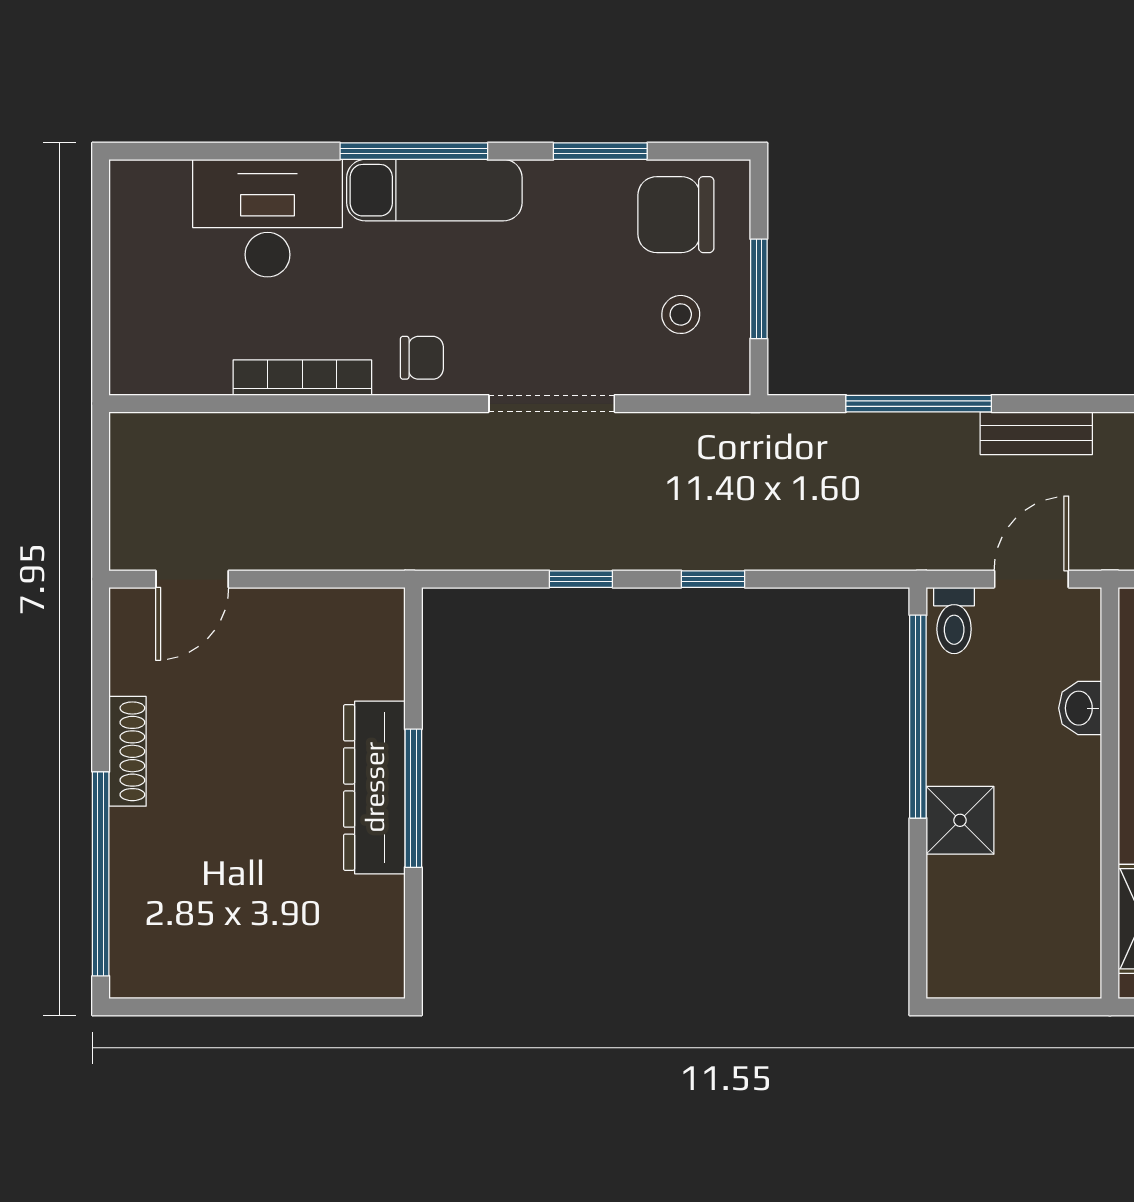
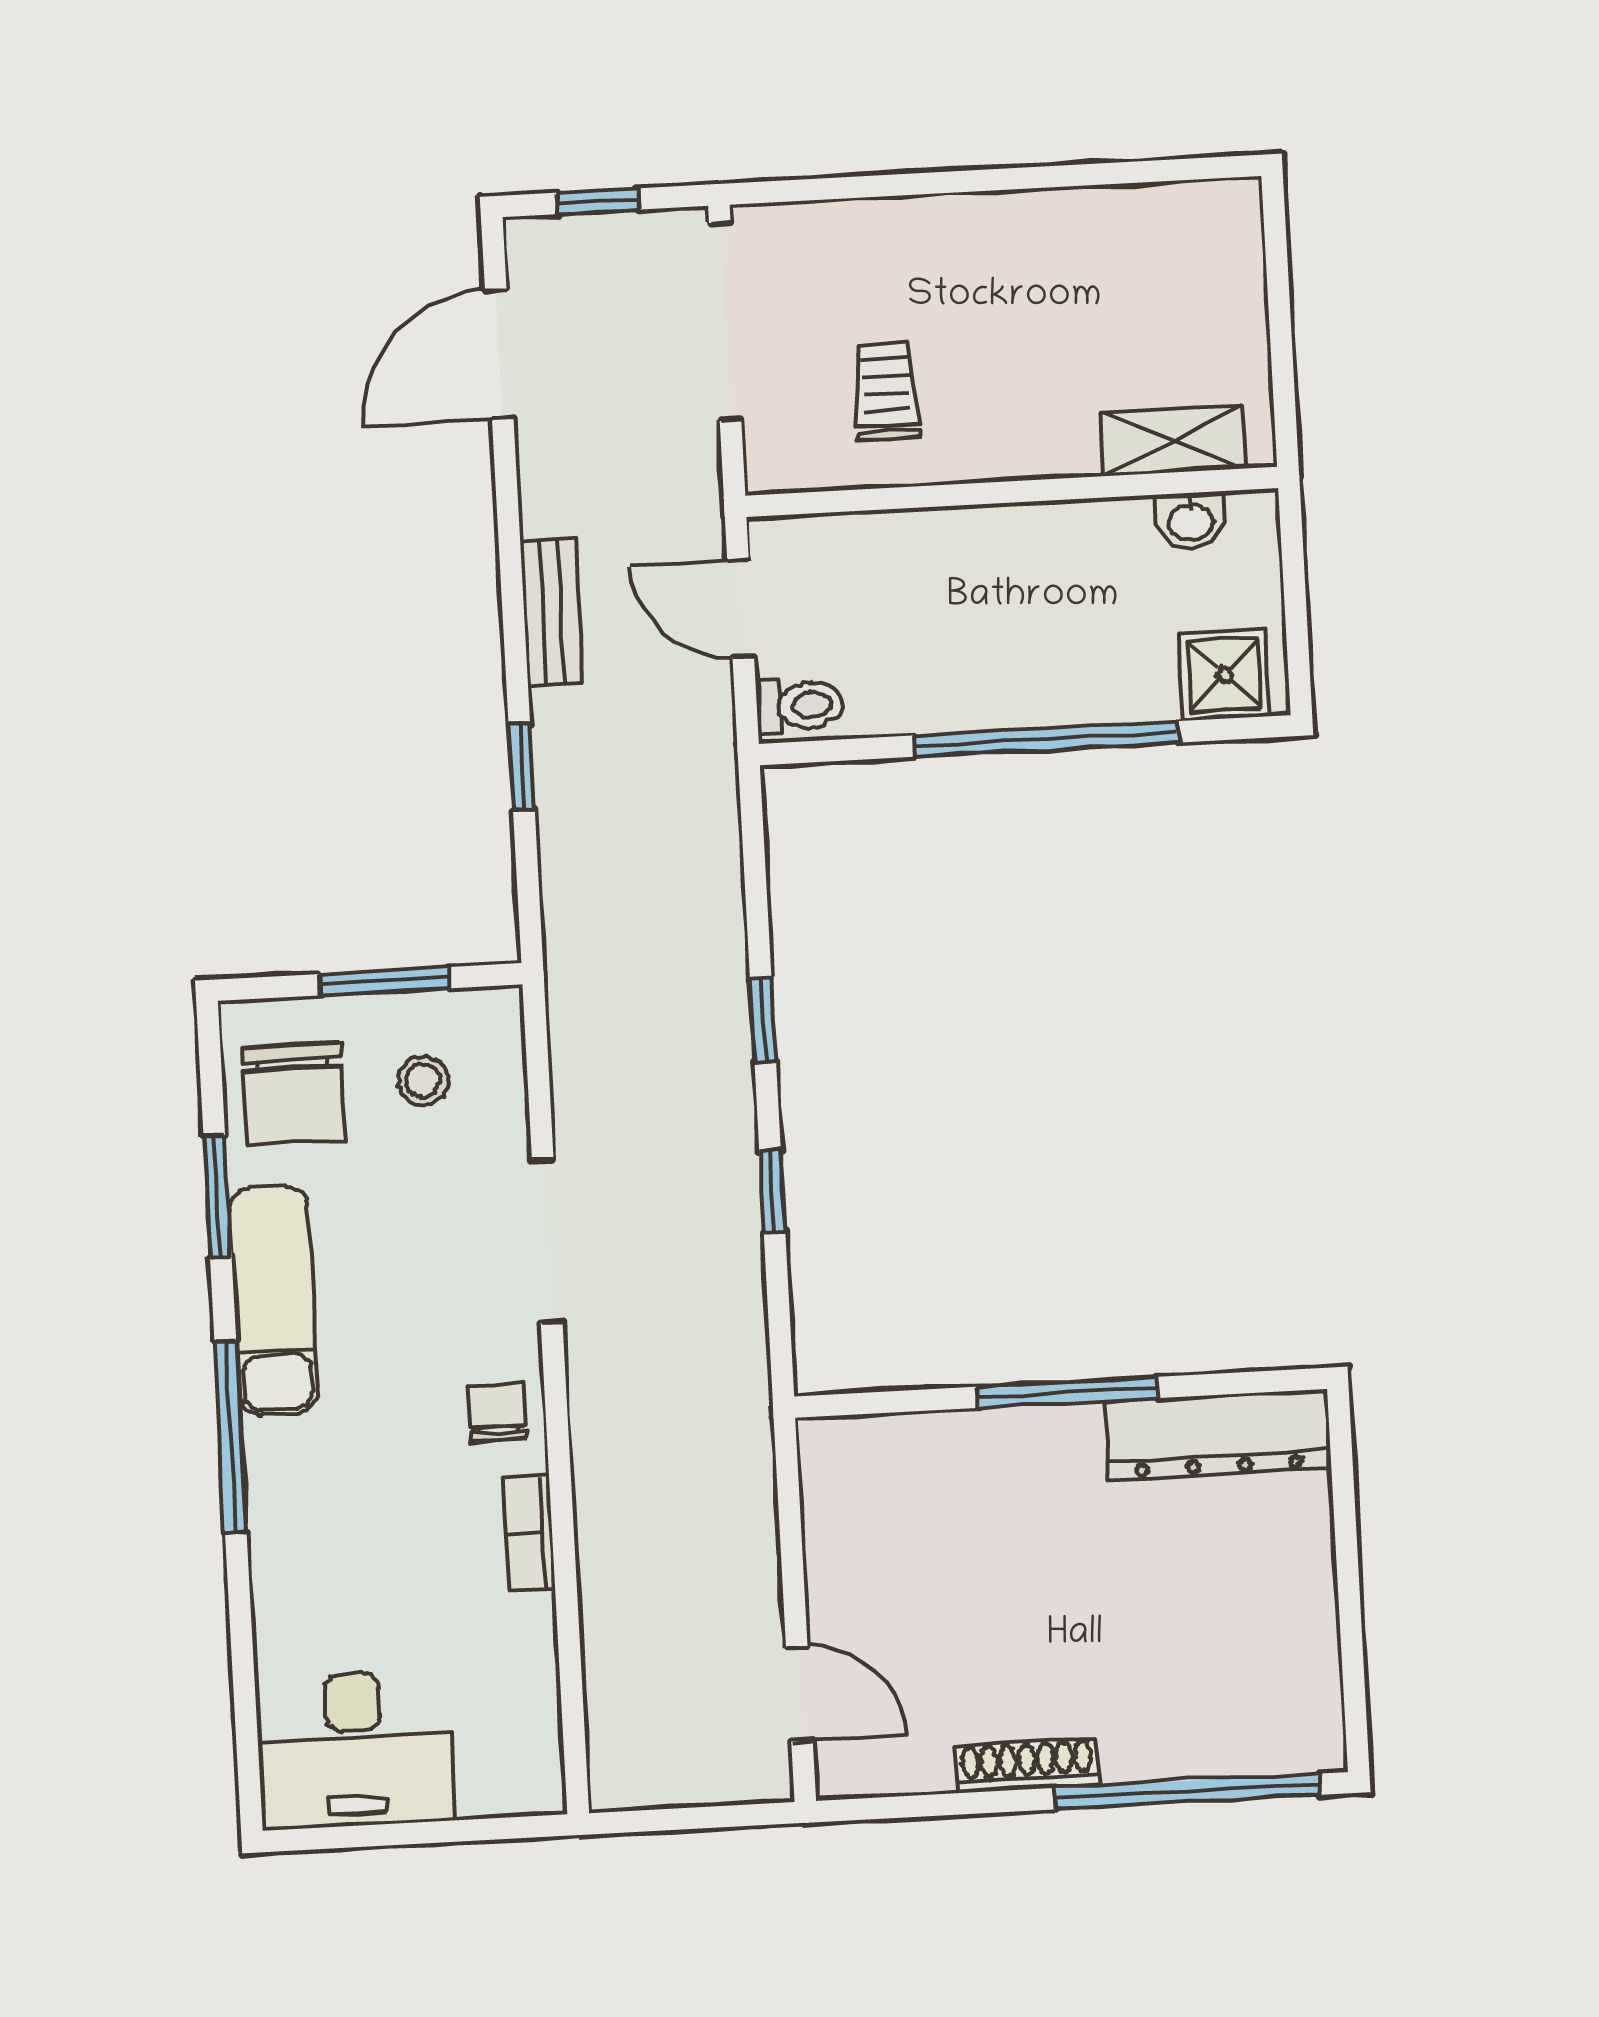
exam couch: (434, 190) -> (274, 1300), moved
desk: (268, 218) -> (355, 1750), moved, turned -90
bookcase: (302, 378) -> (529, 1533), width x0.64
window: (919, 404) -> (522, 766), width x0.46
washbasin: (1080, 708) -> (1191, 521), moved
window: (918, 717) -> (1047, 739), moved
dresser: (374, 787) -> (1218, 1435), moved
shower: (960, 820) -> (1224, 675), moved

